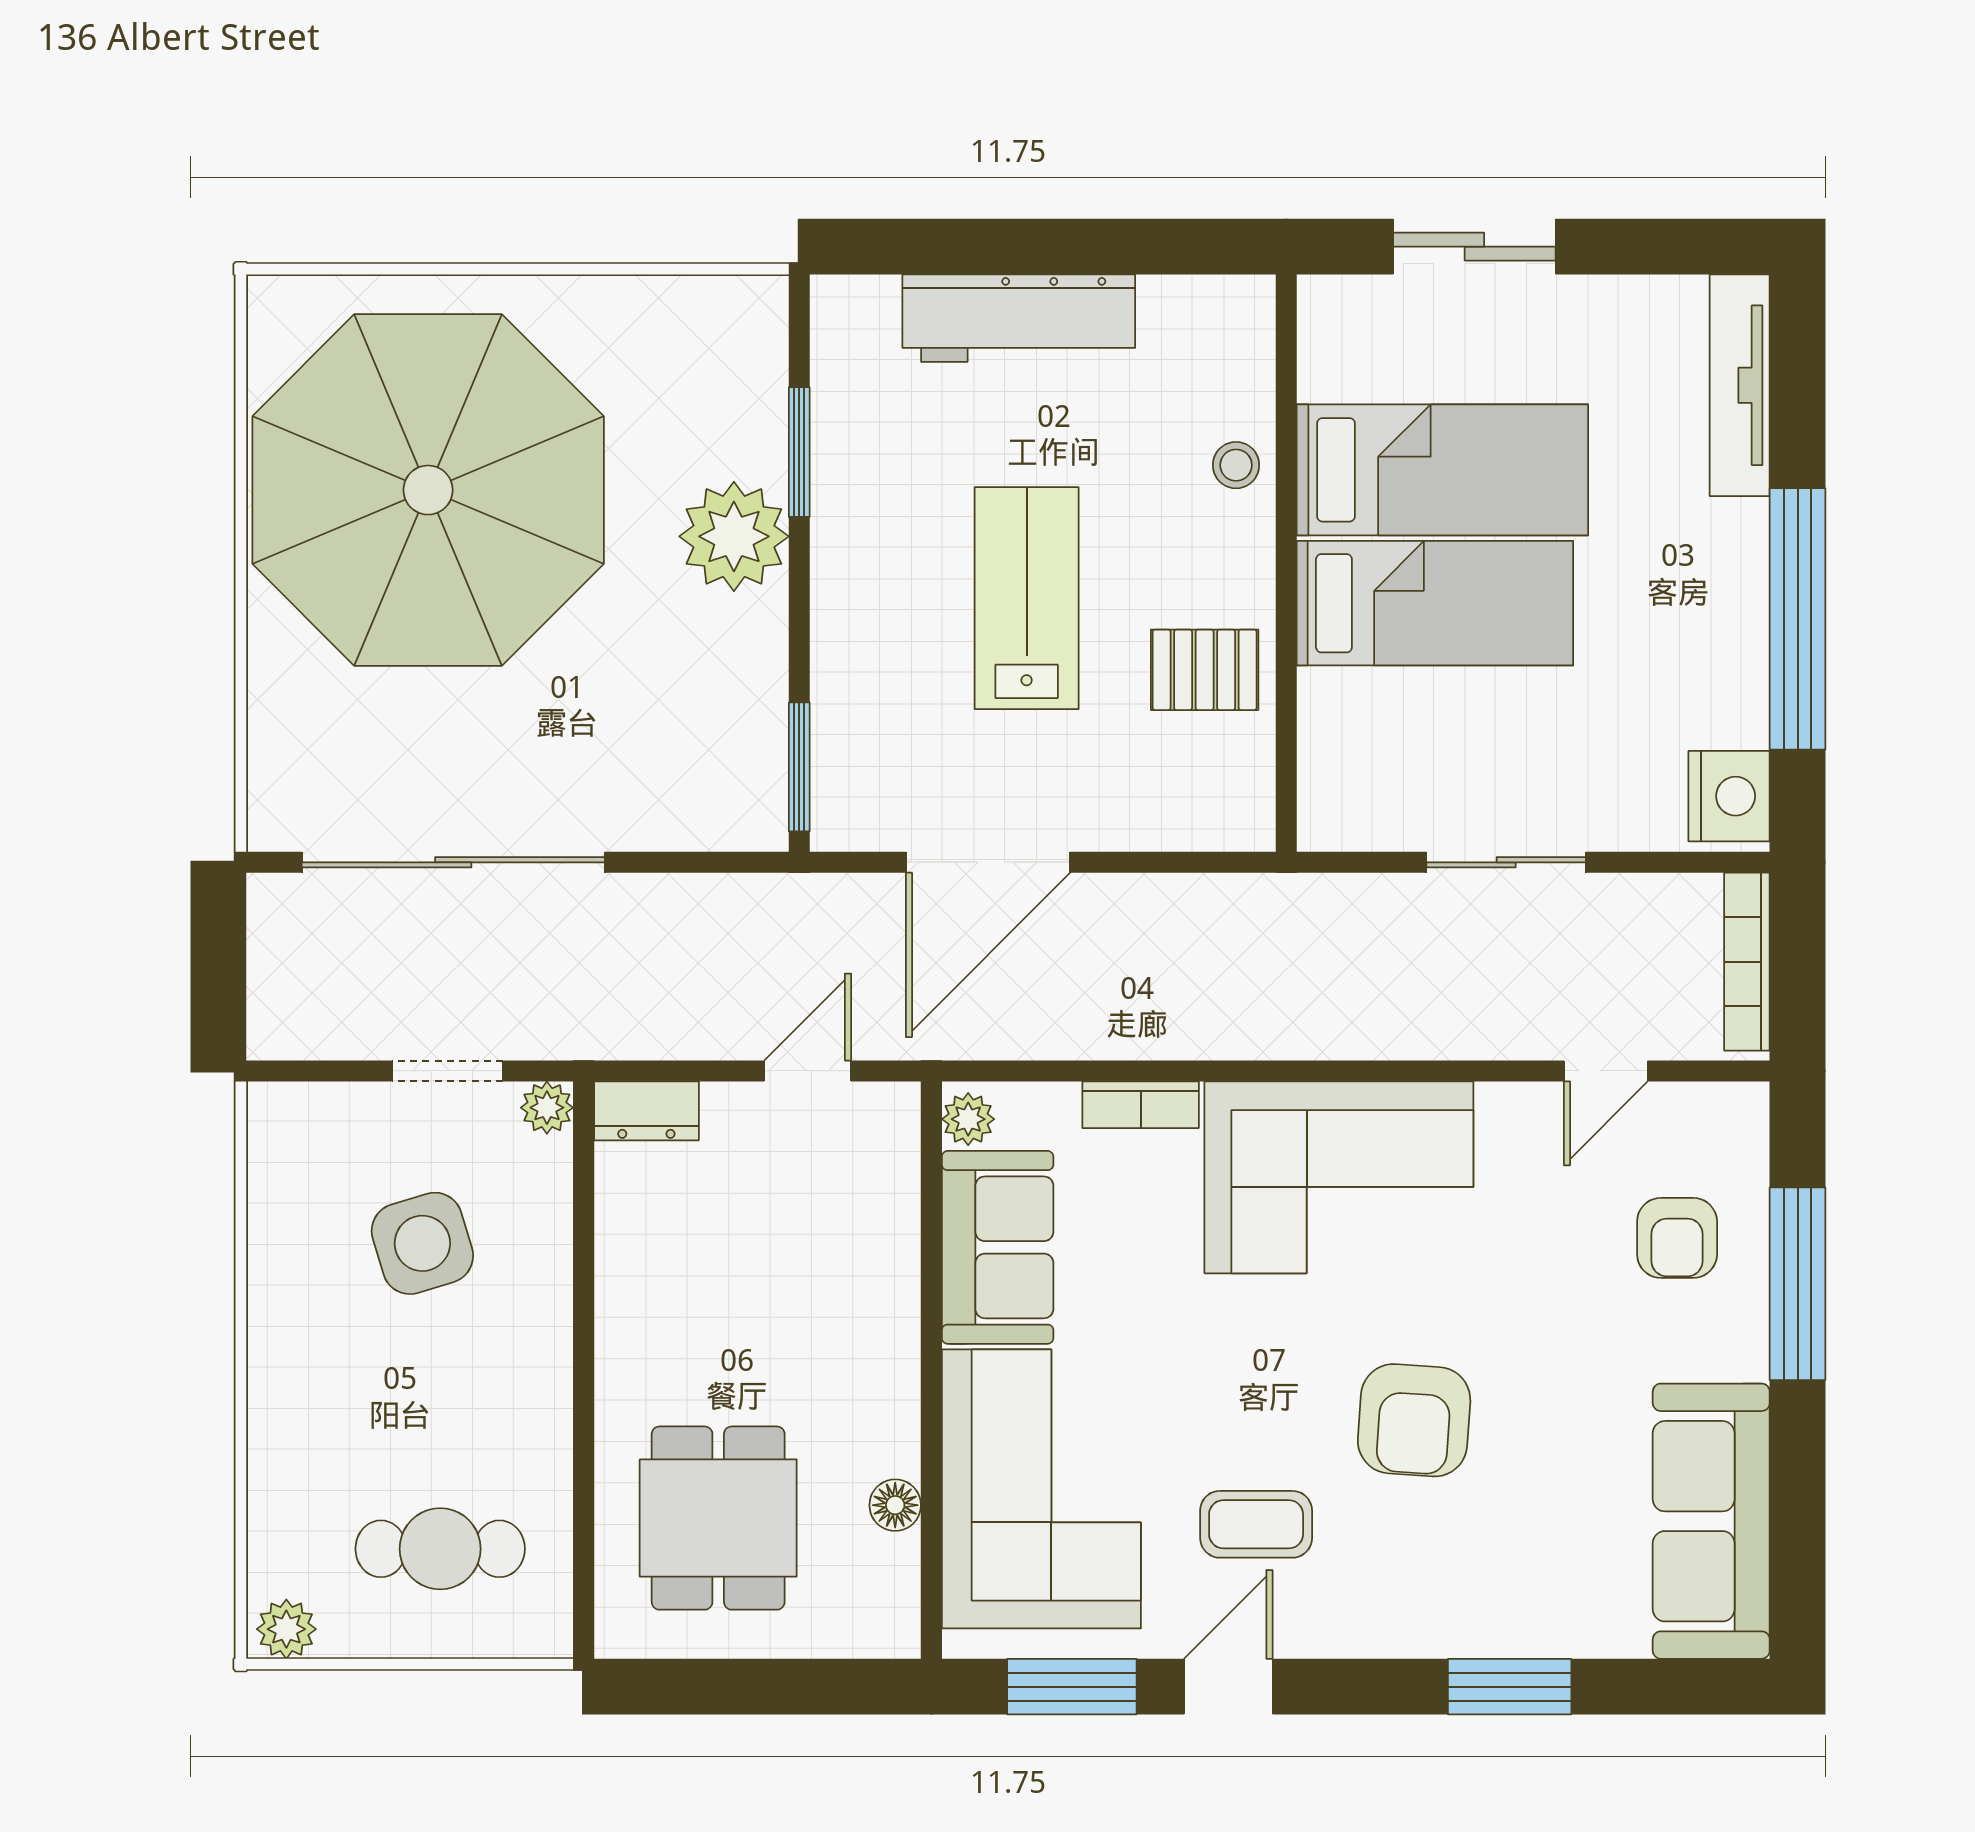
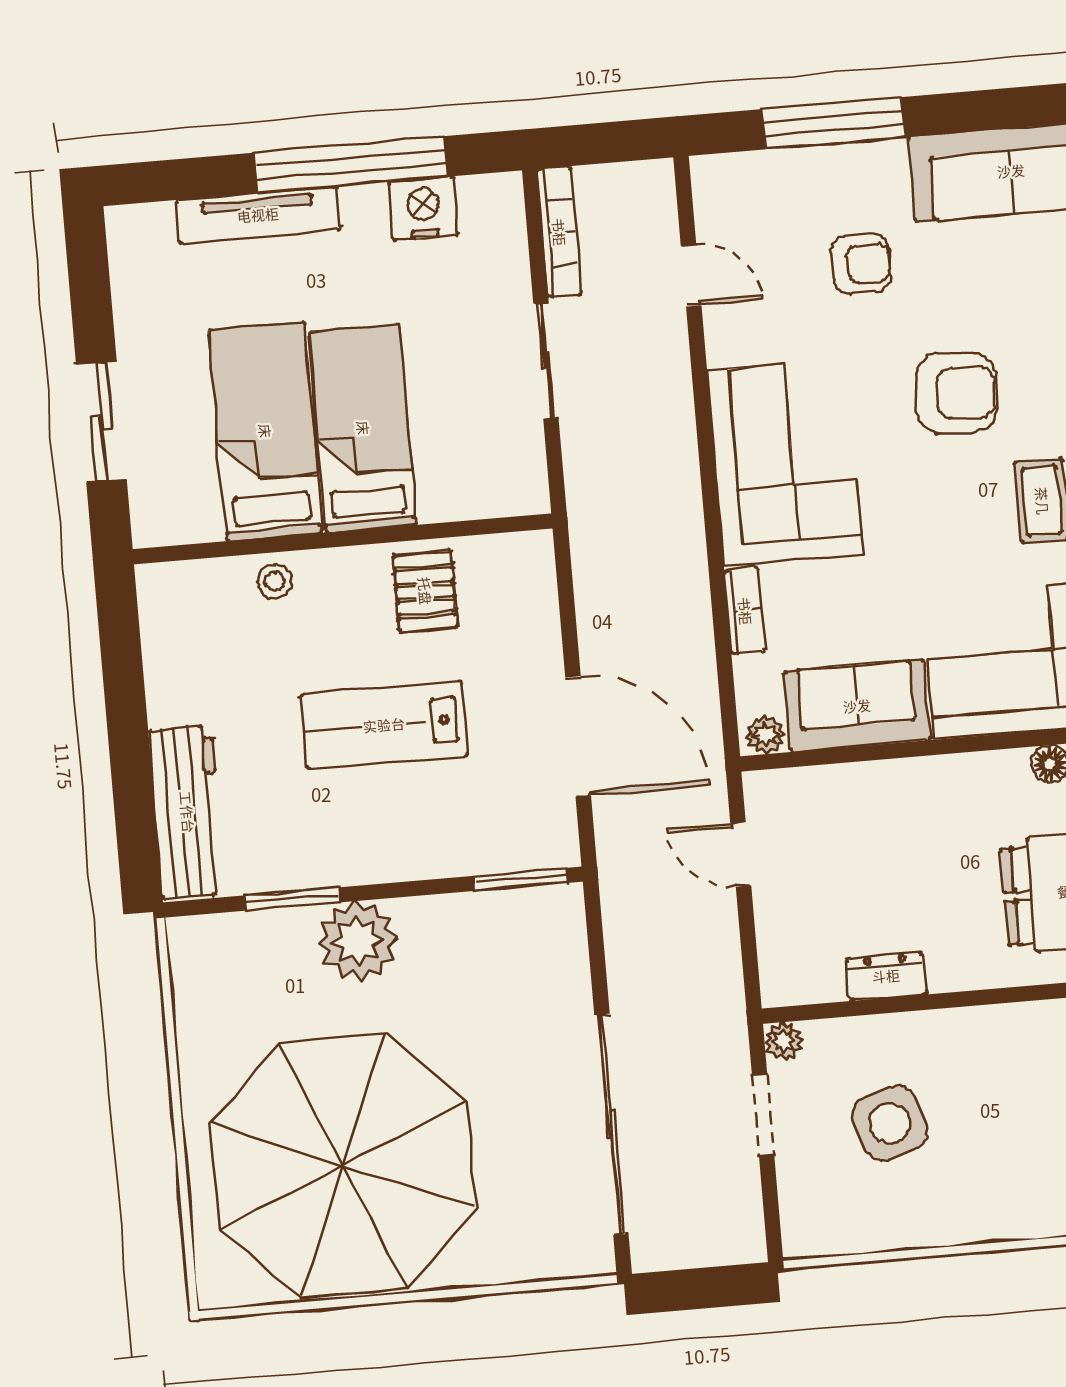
workbench: (1019, 318) -> (187, 812), moved
tv unit: (1740, 385) -> (258, 215), moved
nightstand: (1729, 796) -> (423, 208), moved
bookcase: (1747, 962) -> (559, 232), moved, turned -90
dresser: (646, 1111) -> (886, 976), moved, turned -90
armchair: (1677, 1238) -> (861, 264), moved

